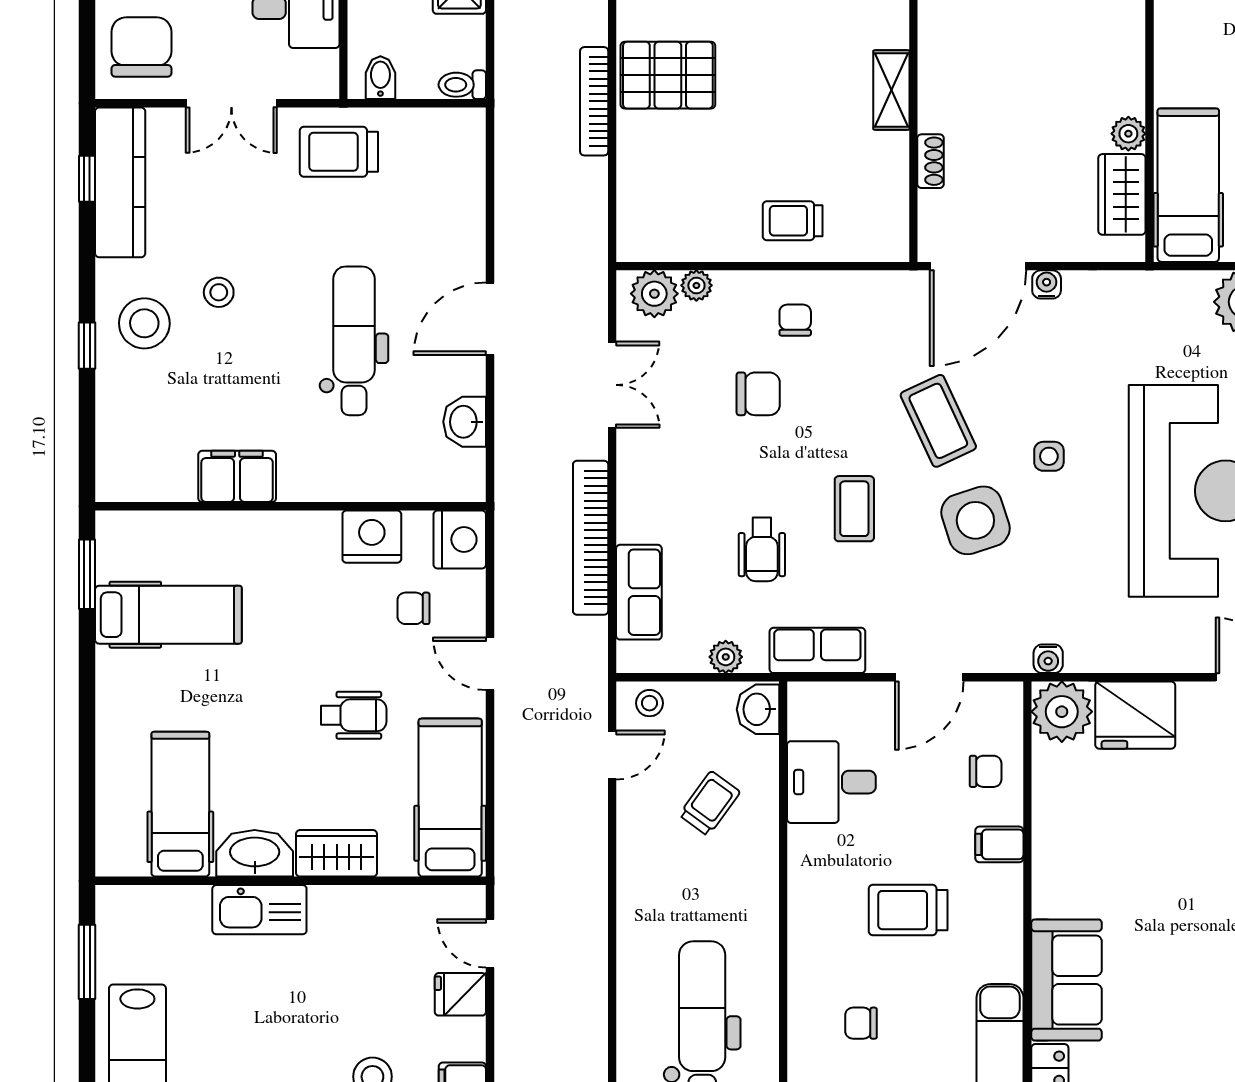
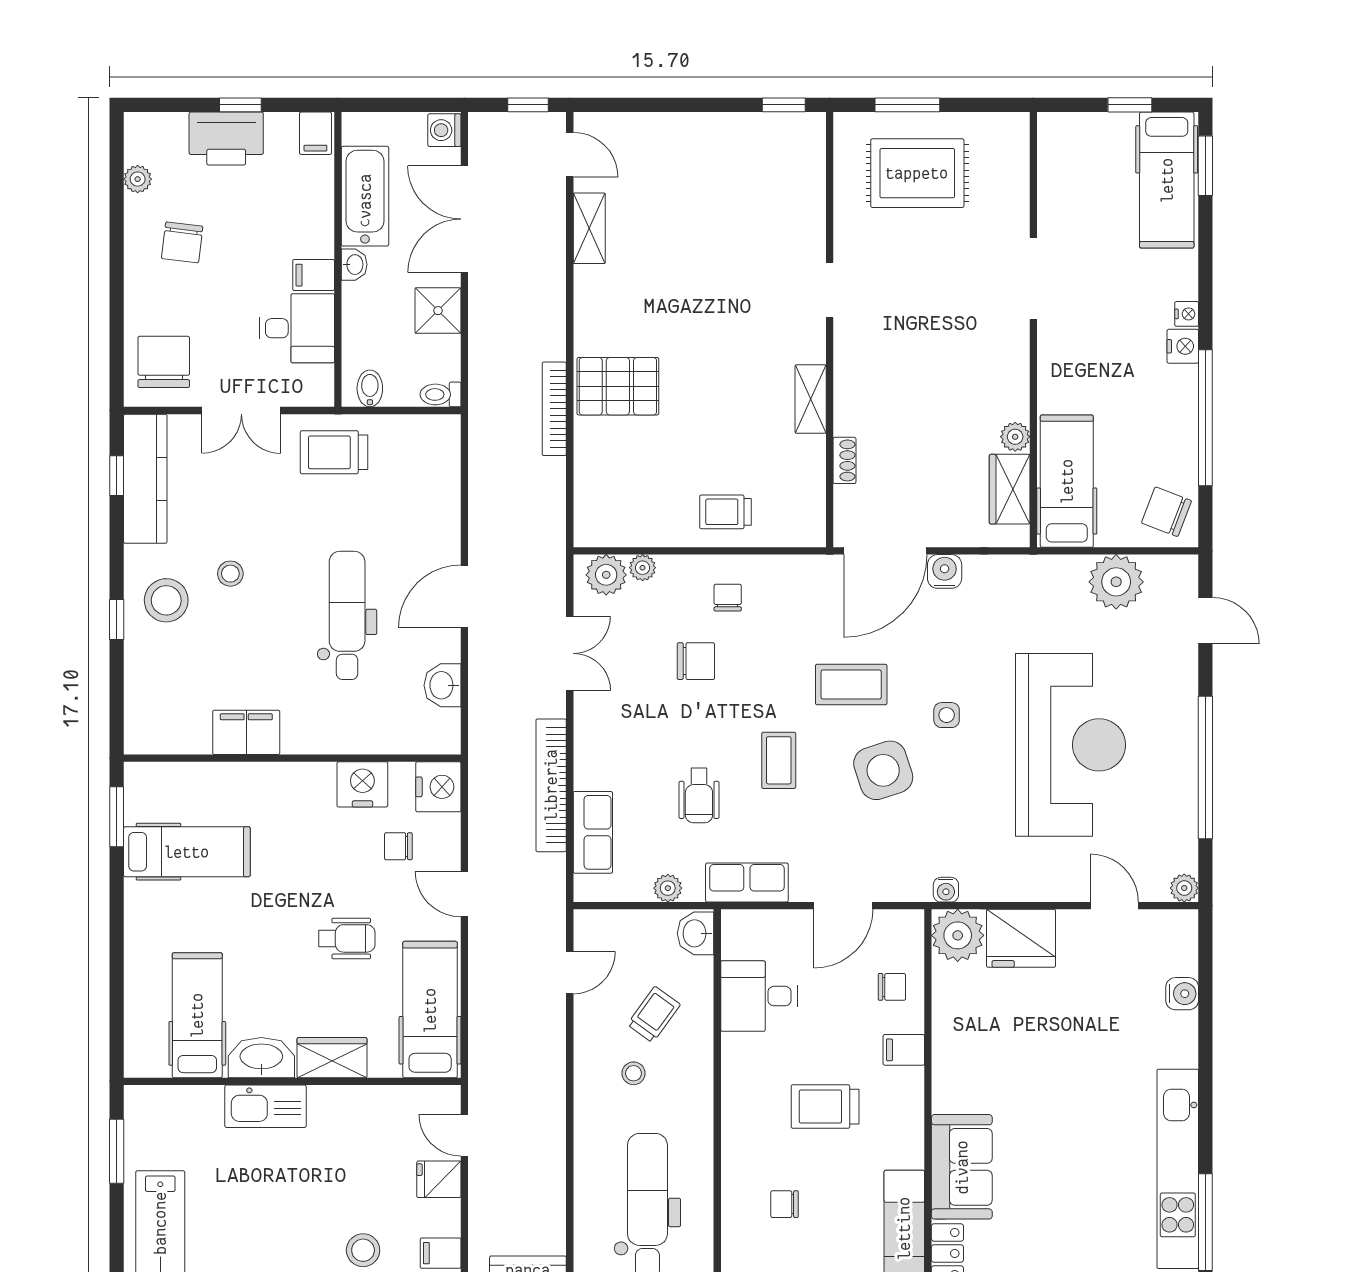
water cooler: (1047, 284) -> (945, 571), width x1.38, depth x1.38
coffee table: (938, 421) -> (851, 684), turned -65
stool: (649, 703) -> (634, 1073), moved

